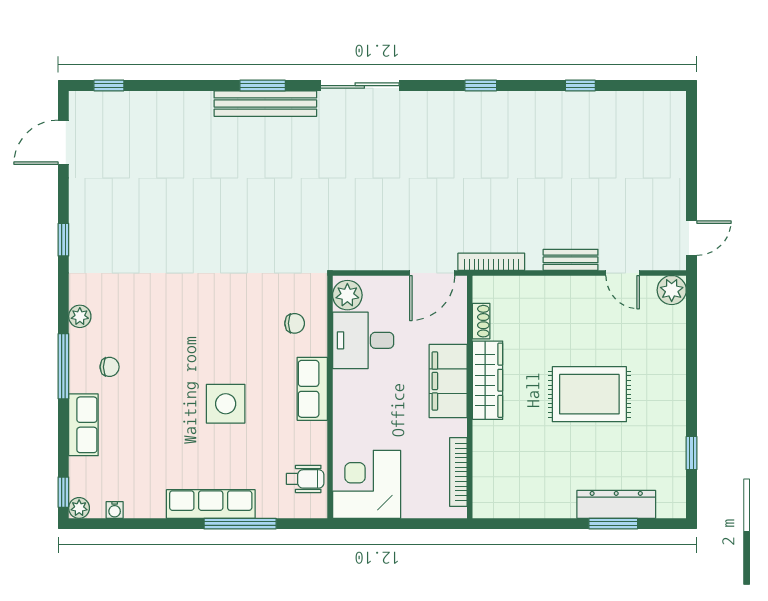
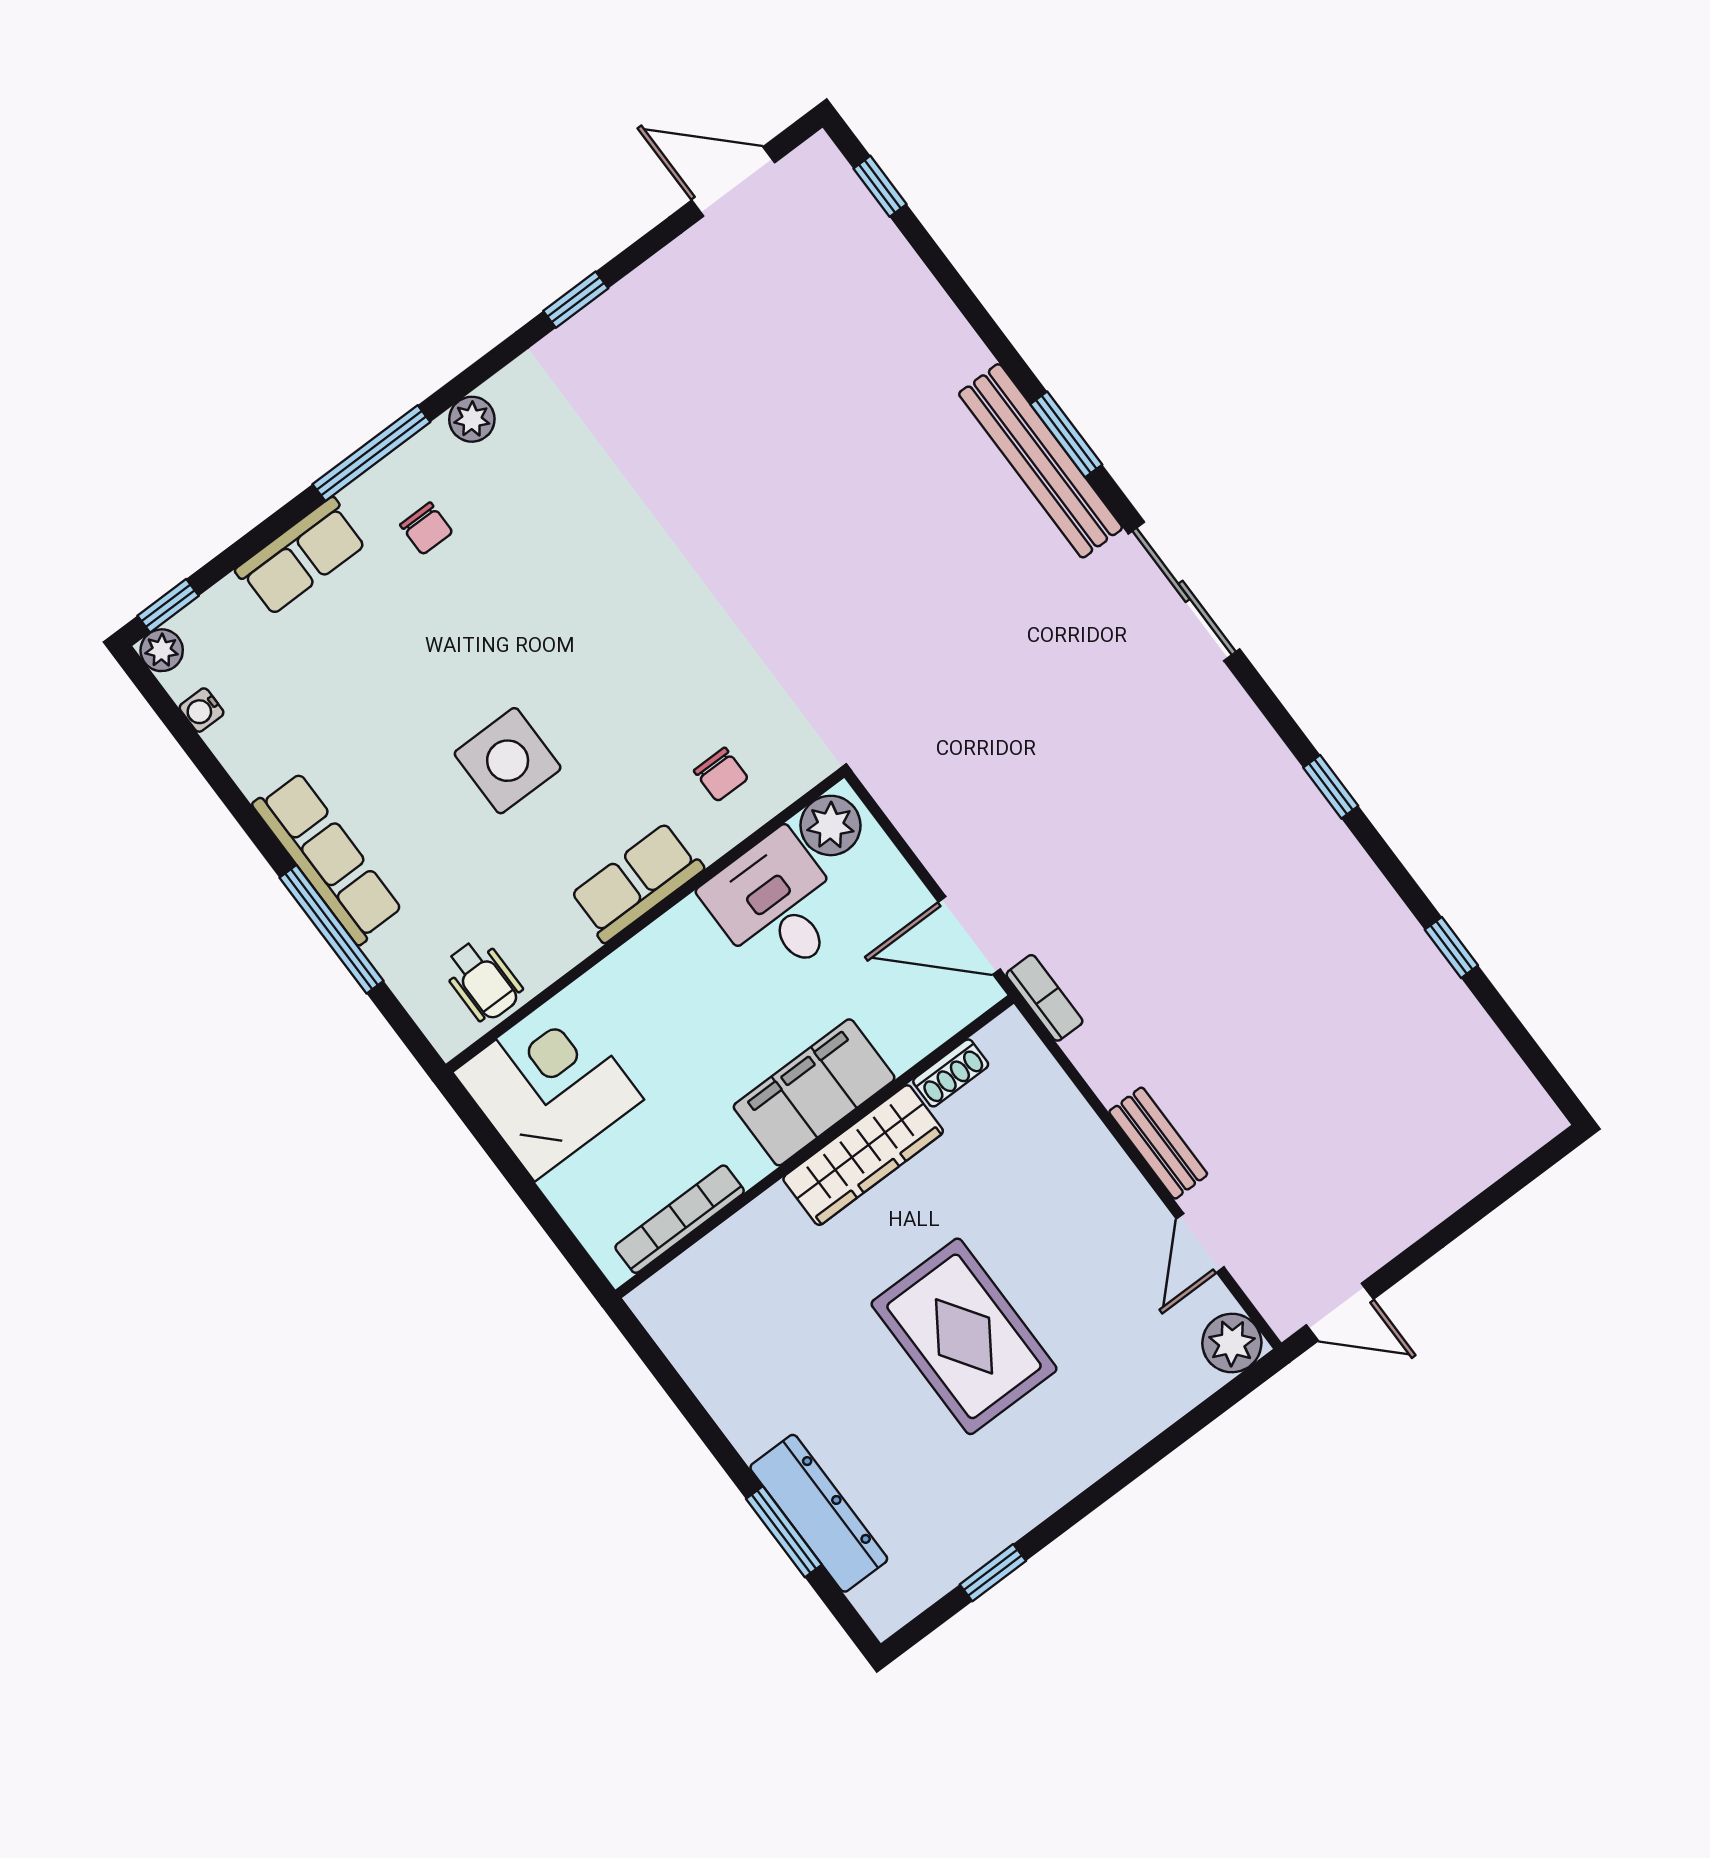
bookcase: (491, 262) -> (1044, 998), width x0.64

